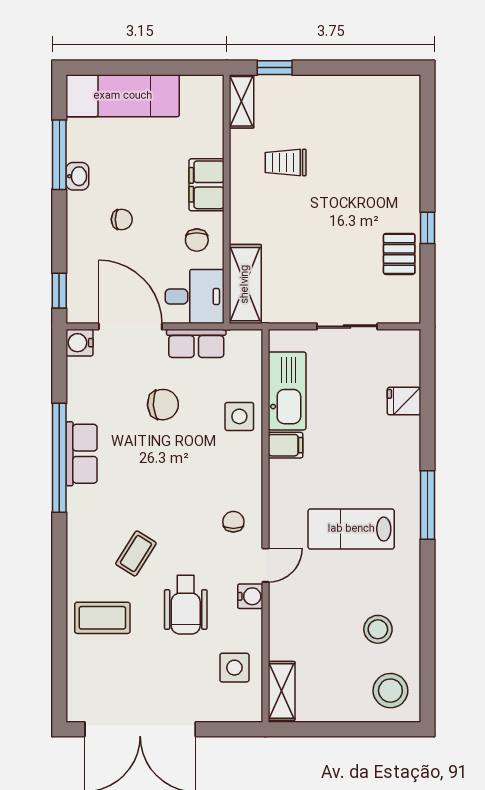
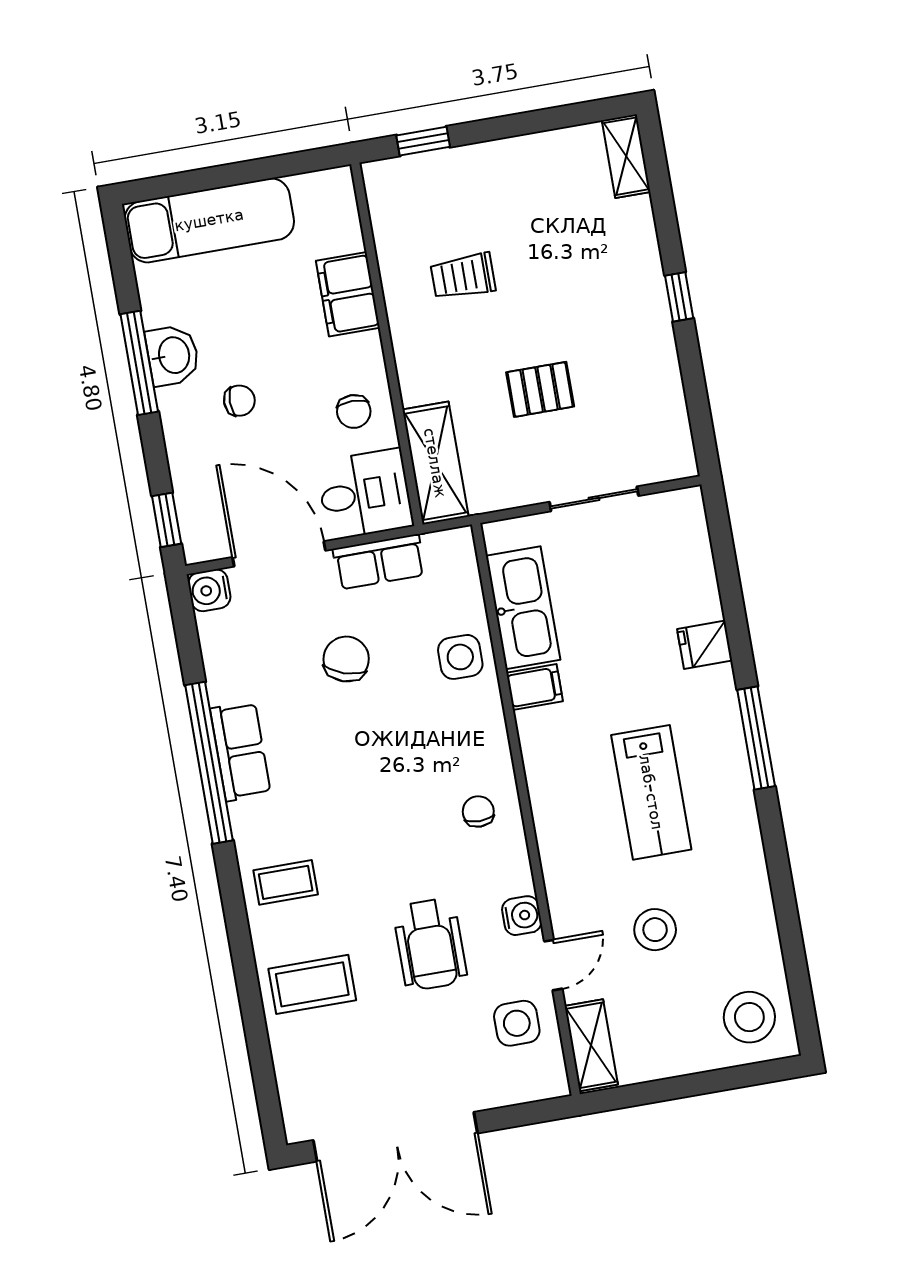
shelving: (242, 101) -> (626, 156), moved
window: (59, 155) -> (139, 363), moved
washbasin: (77, 176) -> (173, 355), width x1.38, depth x1.45
filing cabinet: (207, 185) -> (348, 294), moved
window: (427, 228) -> (679, 297), moved
pallet: (399, 254) -> (540, 389), moved, turned 90
fridge: (404, 401) -> (705, 645), moved
chair: (163, 405) -> (346, 659), turned -68
lab bench: (351, 529) -> (651, 792), turned -90
coffee table: (136, 553) -> (286, 882), moved, turned 58
door: (265, 565) -> (553, 965), moved
stool: (378, 629) -> (655, 930), moved

